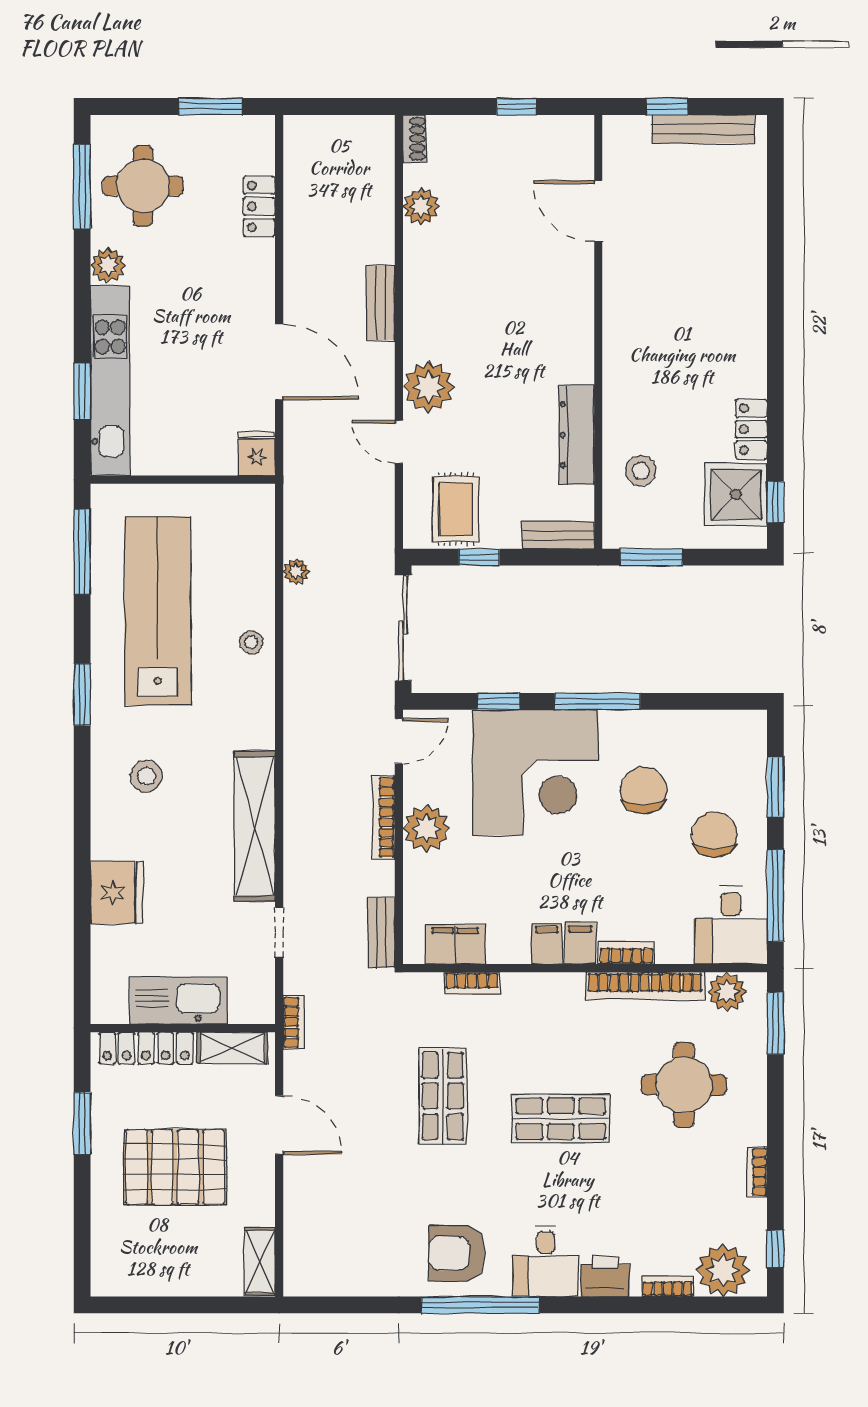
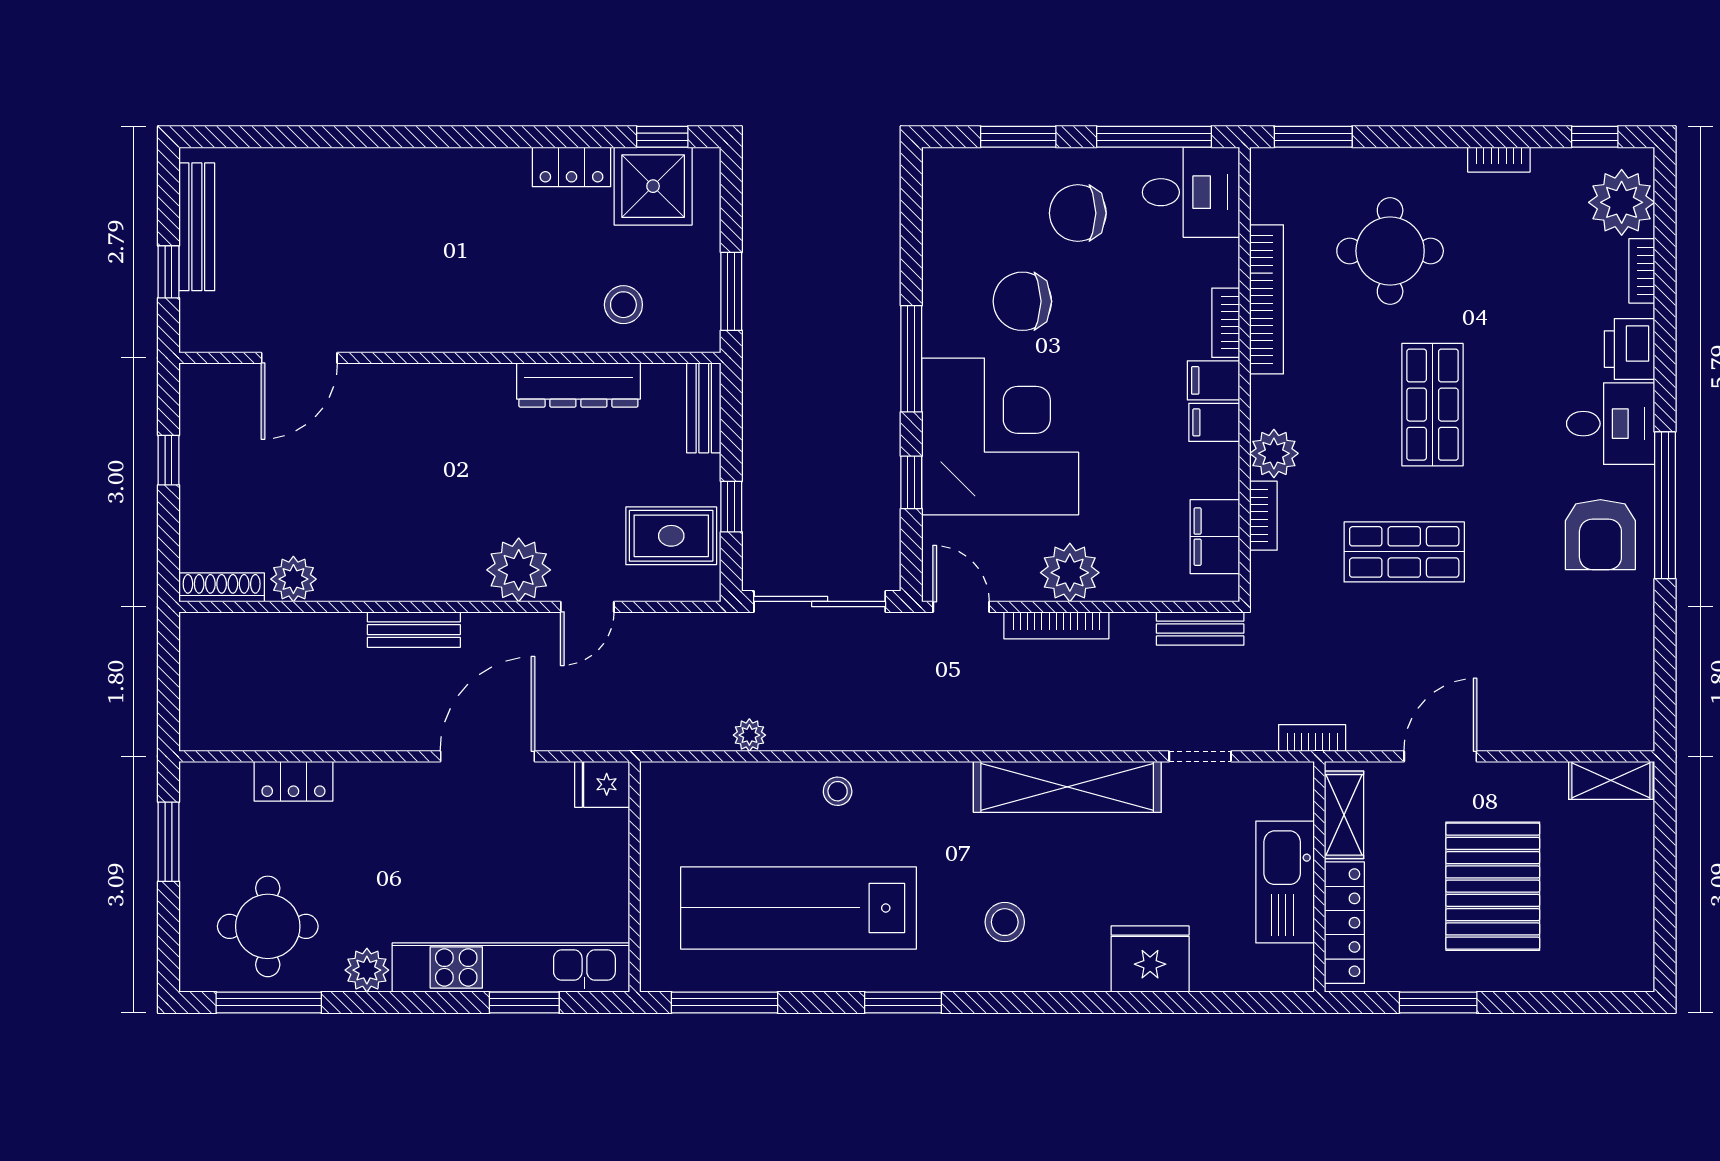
shoe rack: (414, 139) -> (222, 587), width x1.43
plant: (727, 992) -> (1274, 453), moved

